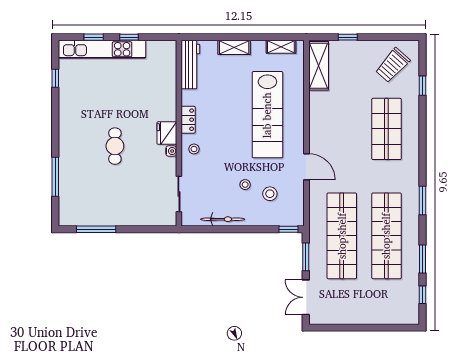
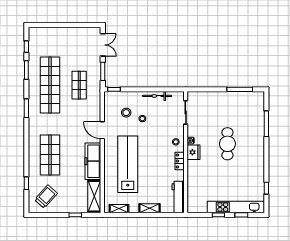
freezer: (321, 119) -> (93, 161), added
cafe table: (115, 146) -> (227, 144), width x1.37, depth x1.35
shop shelf: (342, 236) -> (79, 85), width x0.50, depth x0.74

